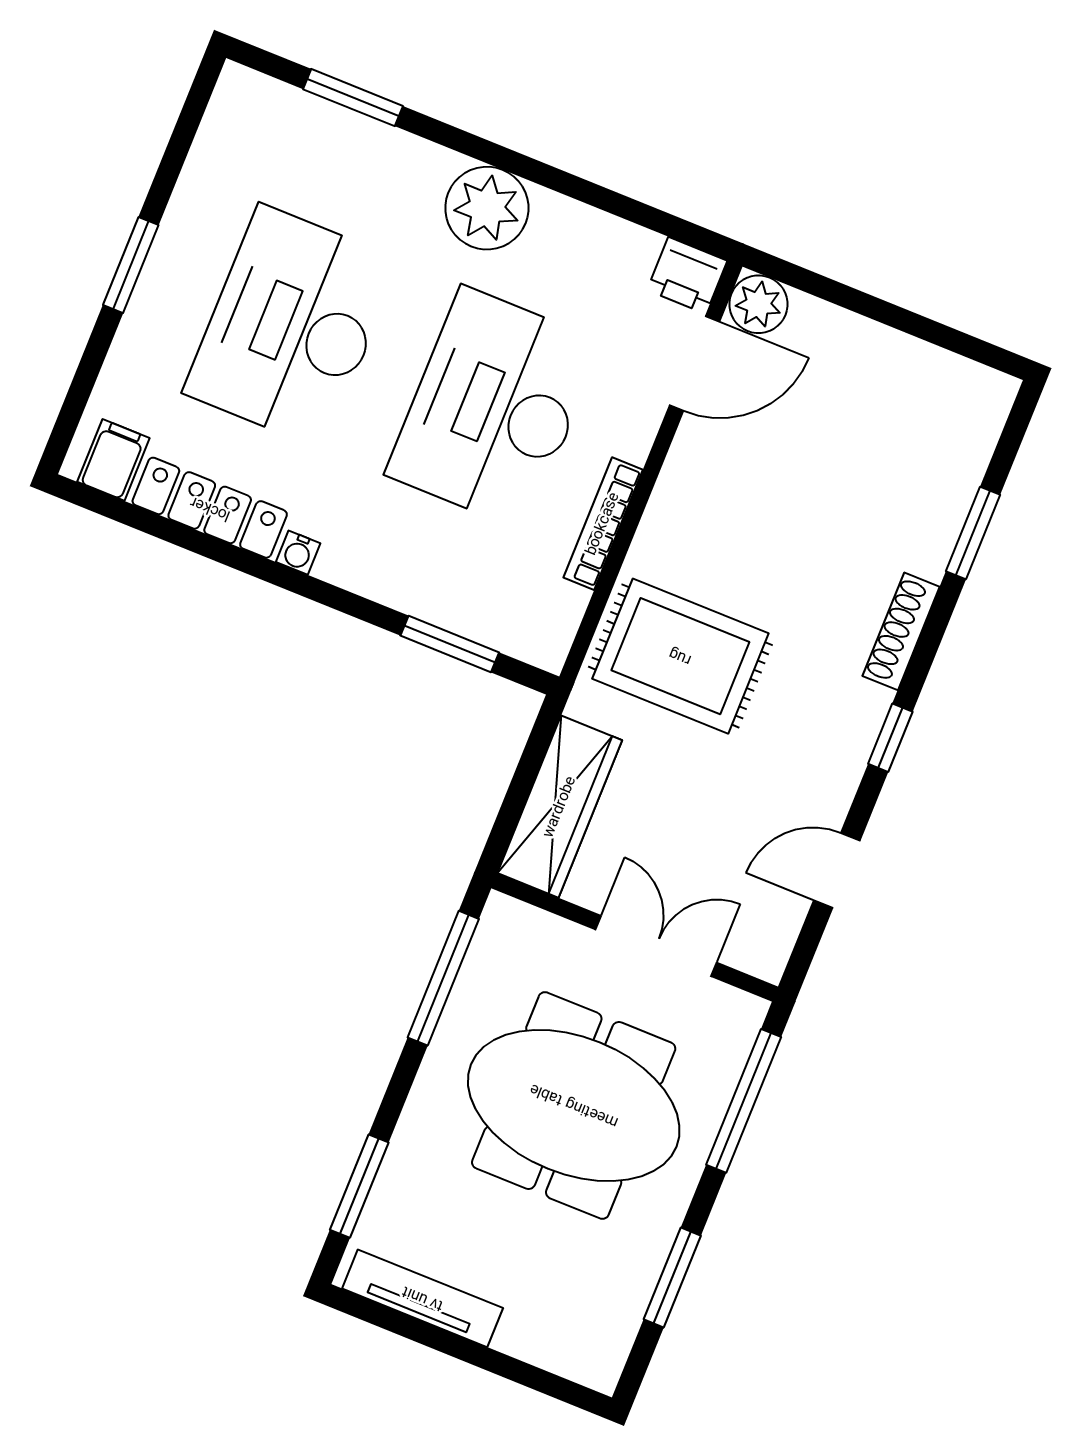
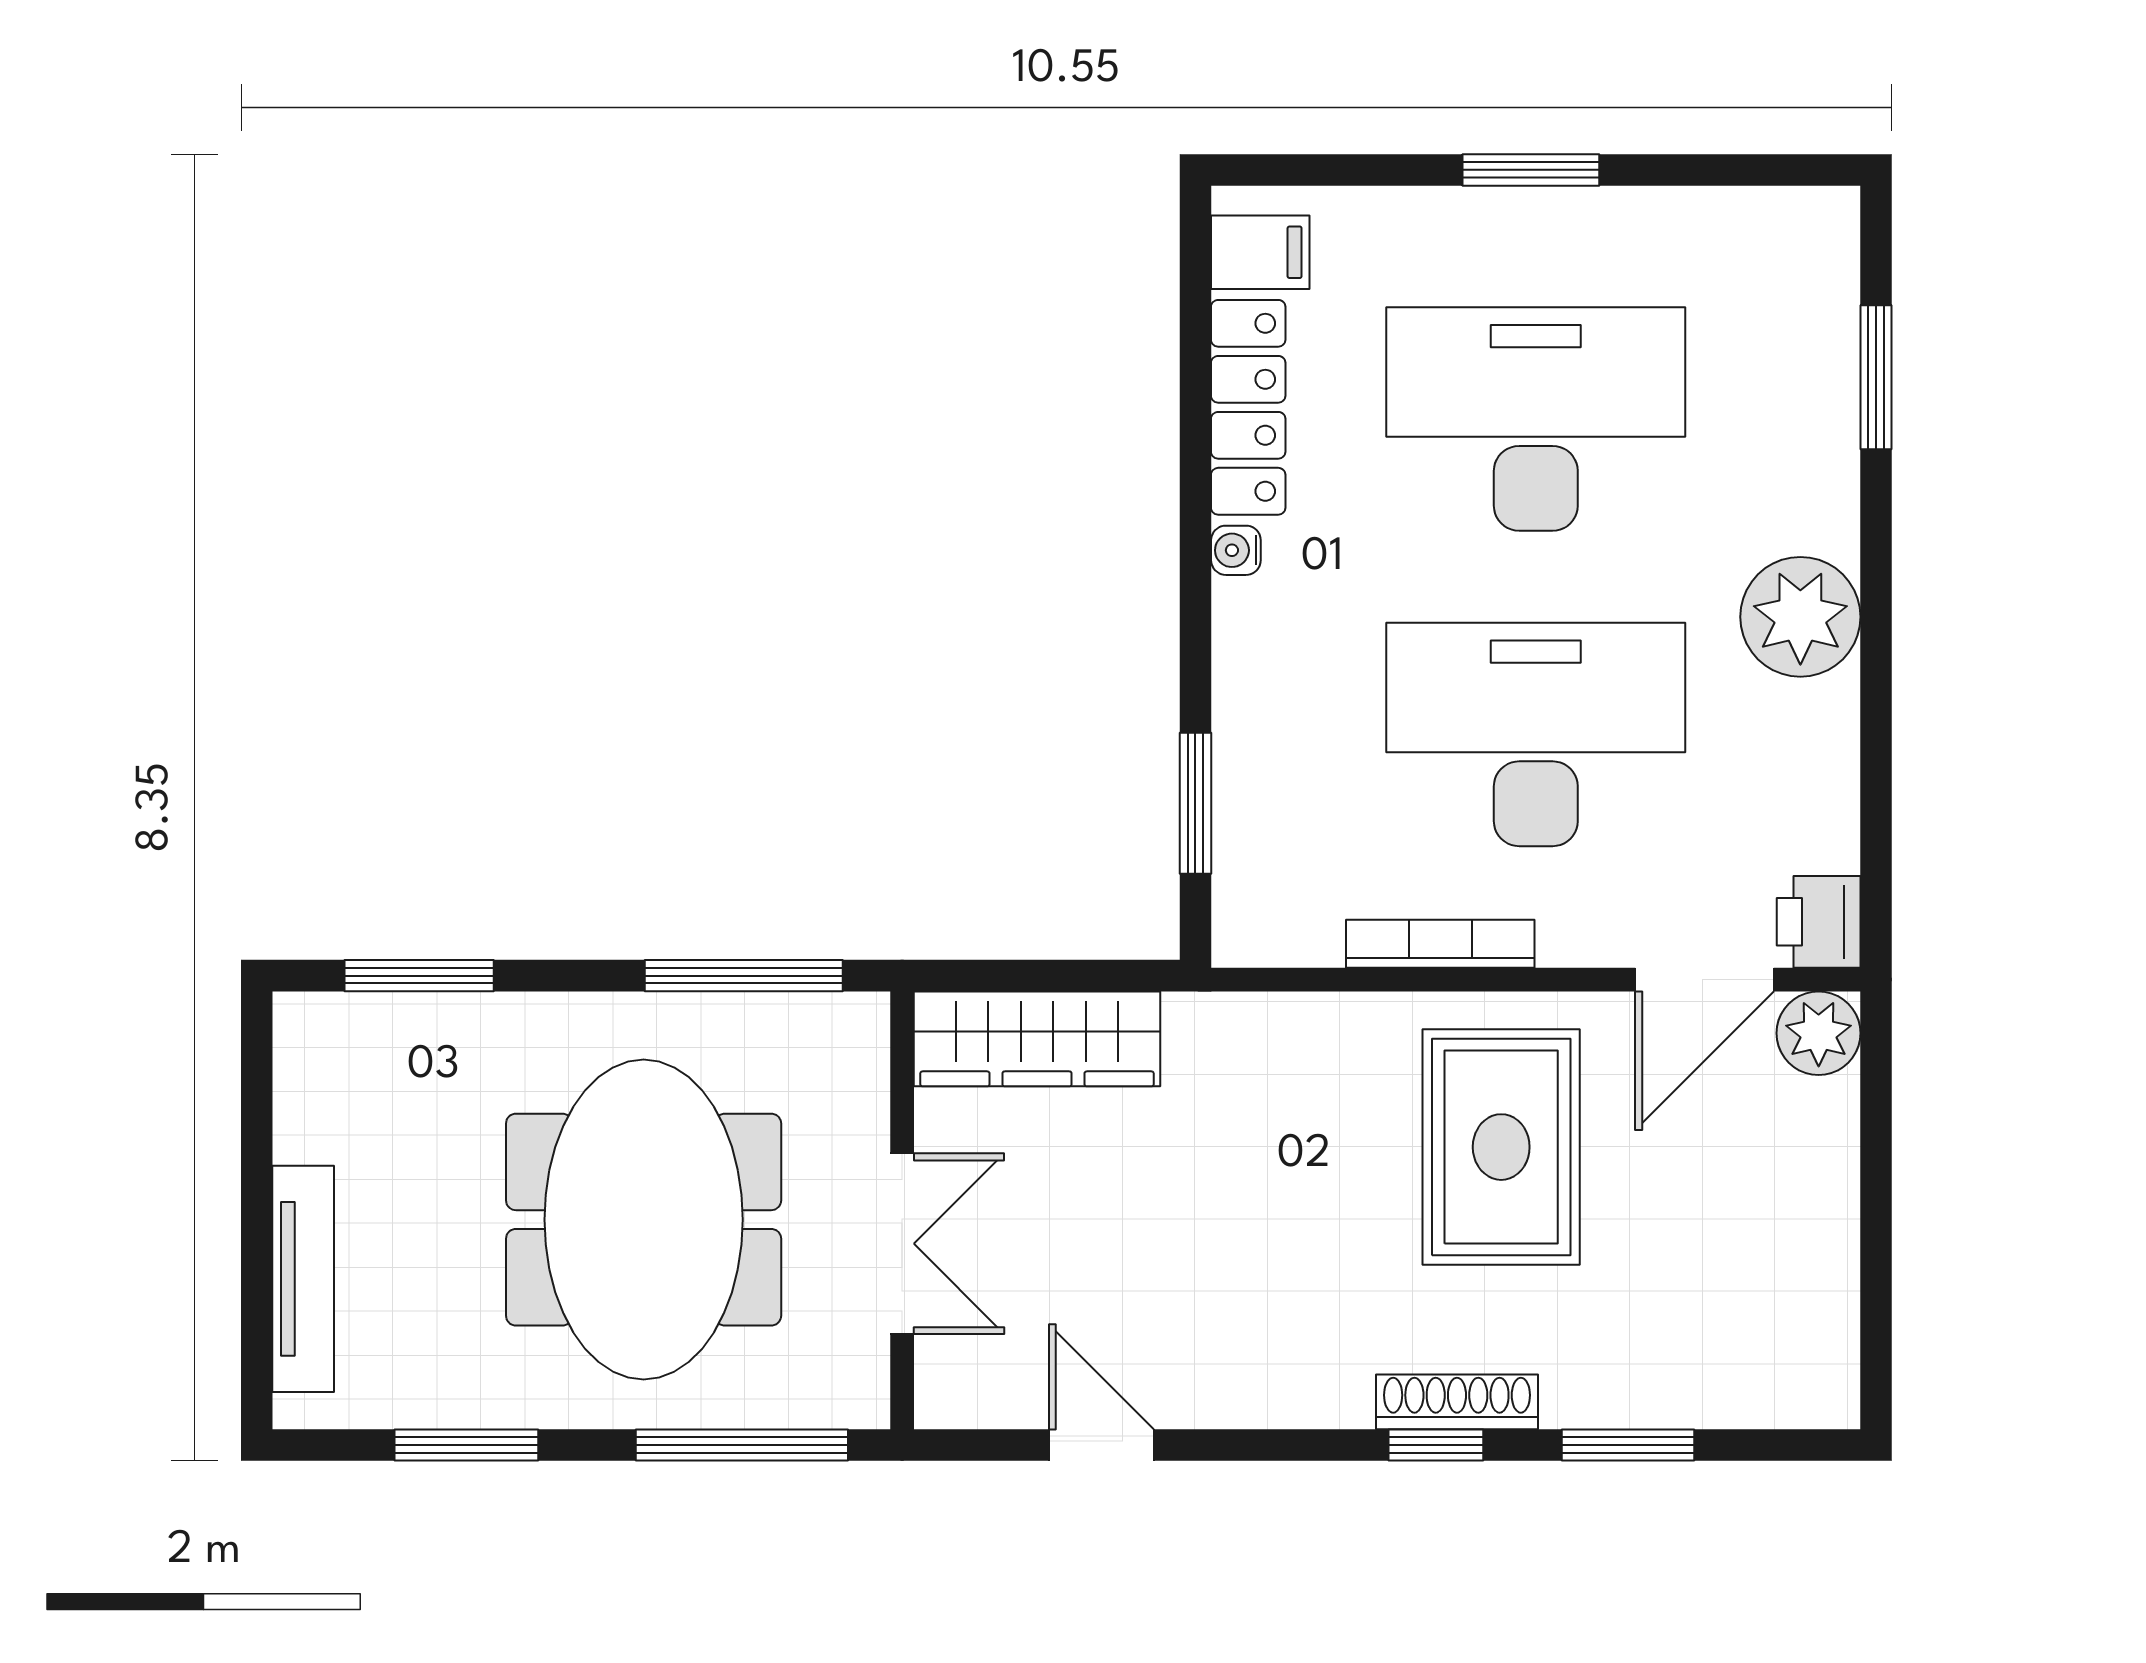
door: (695, 363) -> (1705, 980), hinge flipped
rug: (680, 656) -> (1501, 1147), moved
window: (890, 738) -> (1436, 1445), moved
tv unit: (423, 1298) -> (303, 1279), moved

